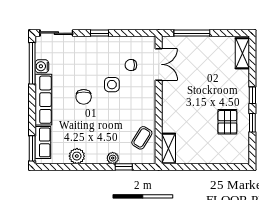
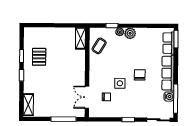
plant: (77, 156) -> (130, 33), moved

